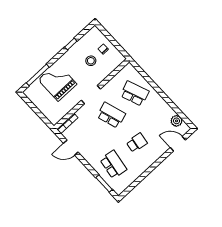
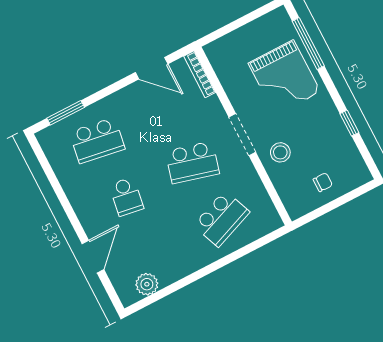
stool: (91, 61) -> (280, 152), moved
grand piano: (58, 82) -> (284, 78), turned 90
school desk: (111, 115) -> (192, 162), turned 33
door: (178, 144) -> (93, 257), moved
door: (71, 148) -> (152, 68), swing flipped

